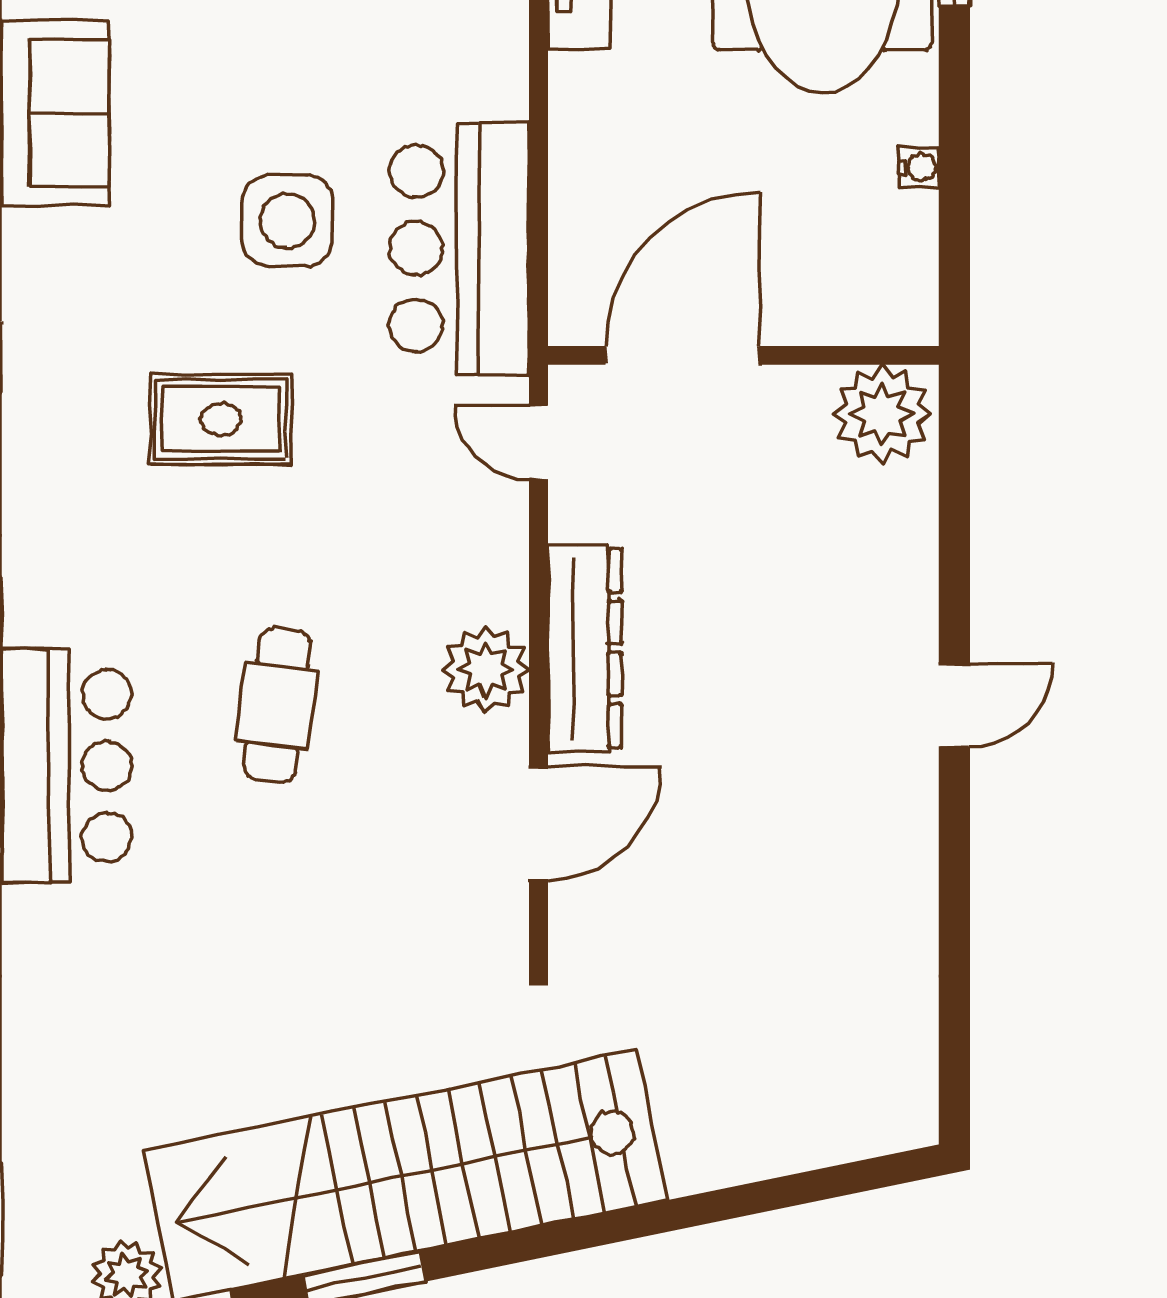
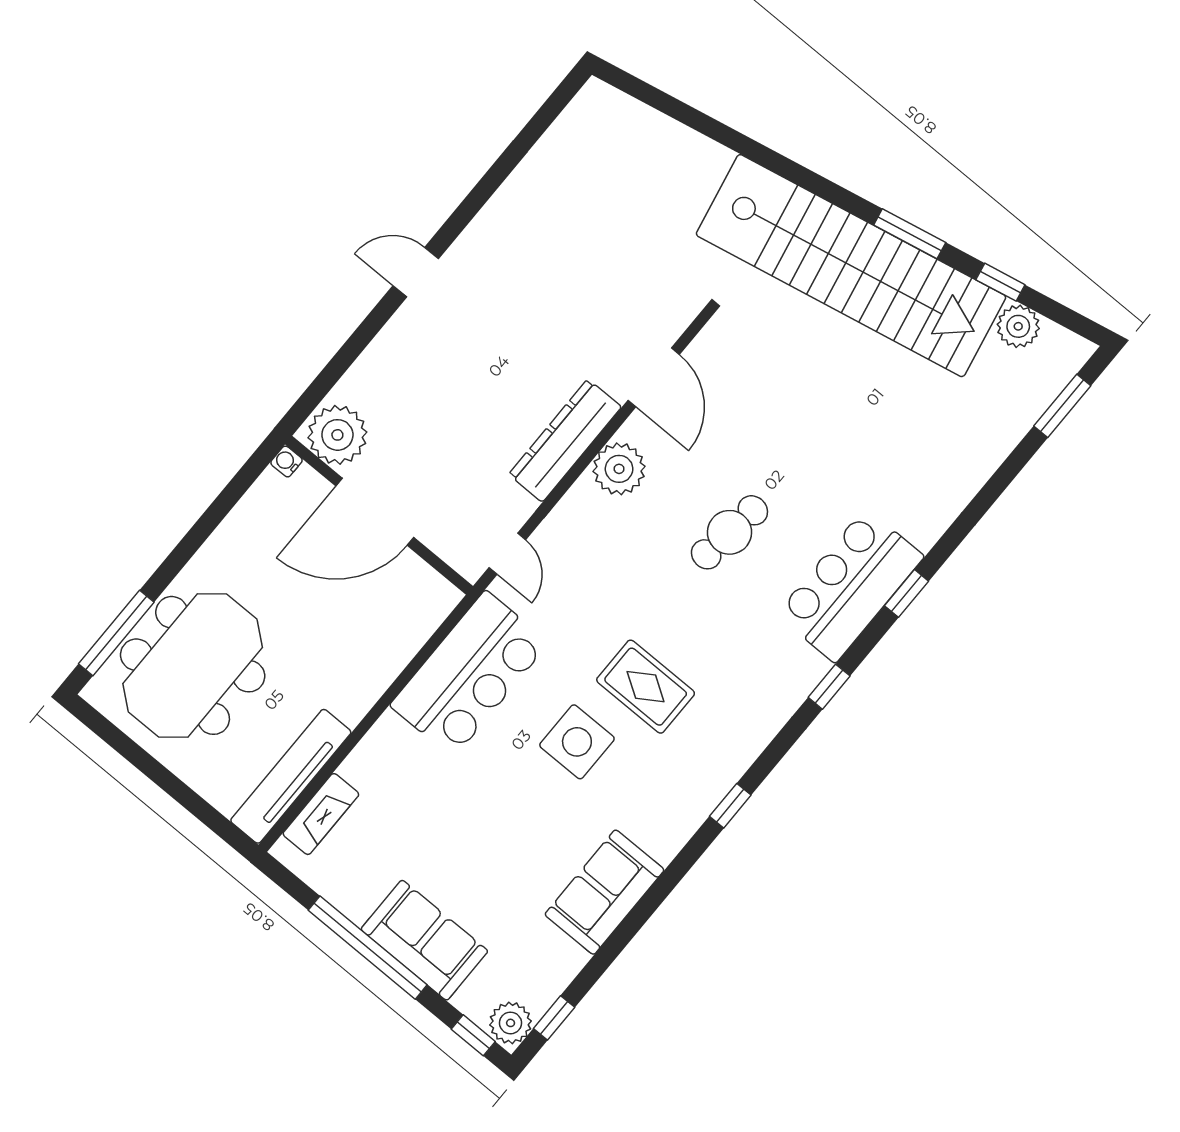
water cooler: (919, 167) -> (287, 461), moved
side table: (287, 221) -> (577, 742), moved
door: (682, 355) -> (375, 512), moved
door: (539, 823) -> (654, 377), swing flipped

